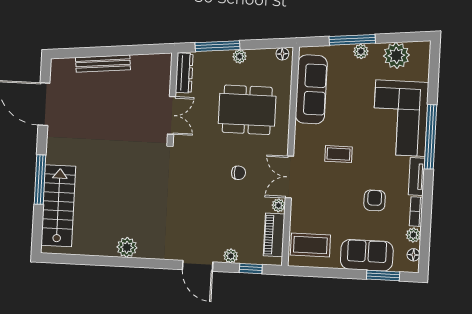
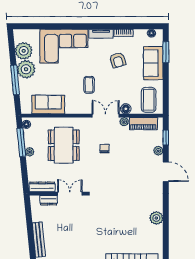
window: (217, 46) -> (21, 142), moved
plant: (361, 51) -> (26, 69), width x1.87, depth x1.87
dresser: (163, 82) -> (49, 200), added
sofa: (311, 89) -> (48, 105), width x0.73
window: (430, 137) -> (75, 26), removed
double door: (289, 177) -> (106, 116), swing flipped
armchair: (375, 200) -> (118, 60), turned -107
floor lamp: (298, 209) -> (126, 109), added
plant: (413, 235) -> (139, 34), removed
door: (198, 266) -> (166, 172), hinge flipped

